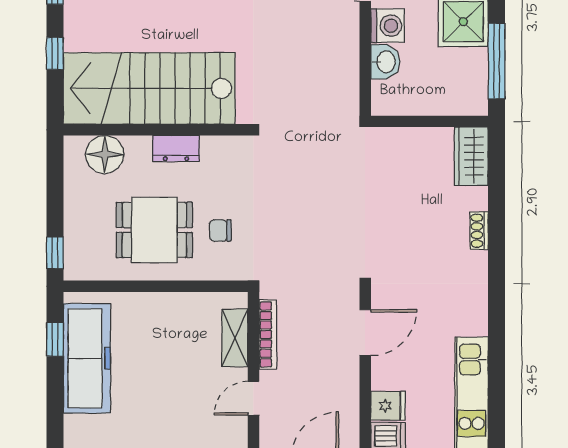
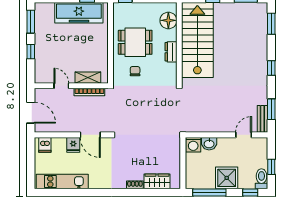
washing machine: (388, 26) -> (193, 145), moved
wardrobe: (471, 156) -> (157, 181), moved
dining table: (154, 230) -> (135, 42), turned 90
fridge: (388, 406) -> (73, 145), moved

